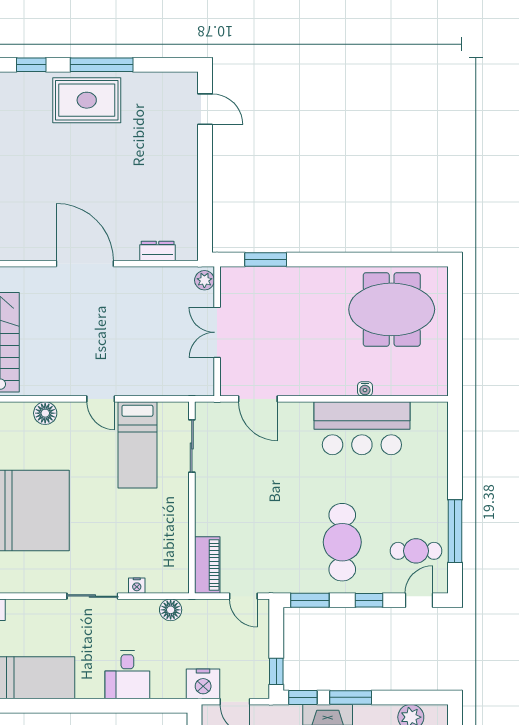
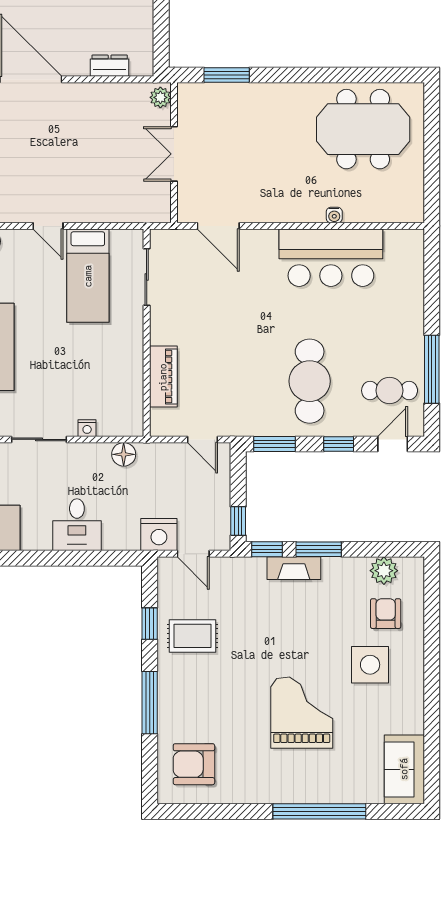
piano: (207, 565) -> (163, 377), moved

